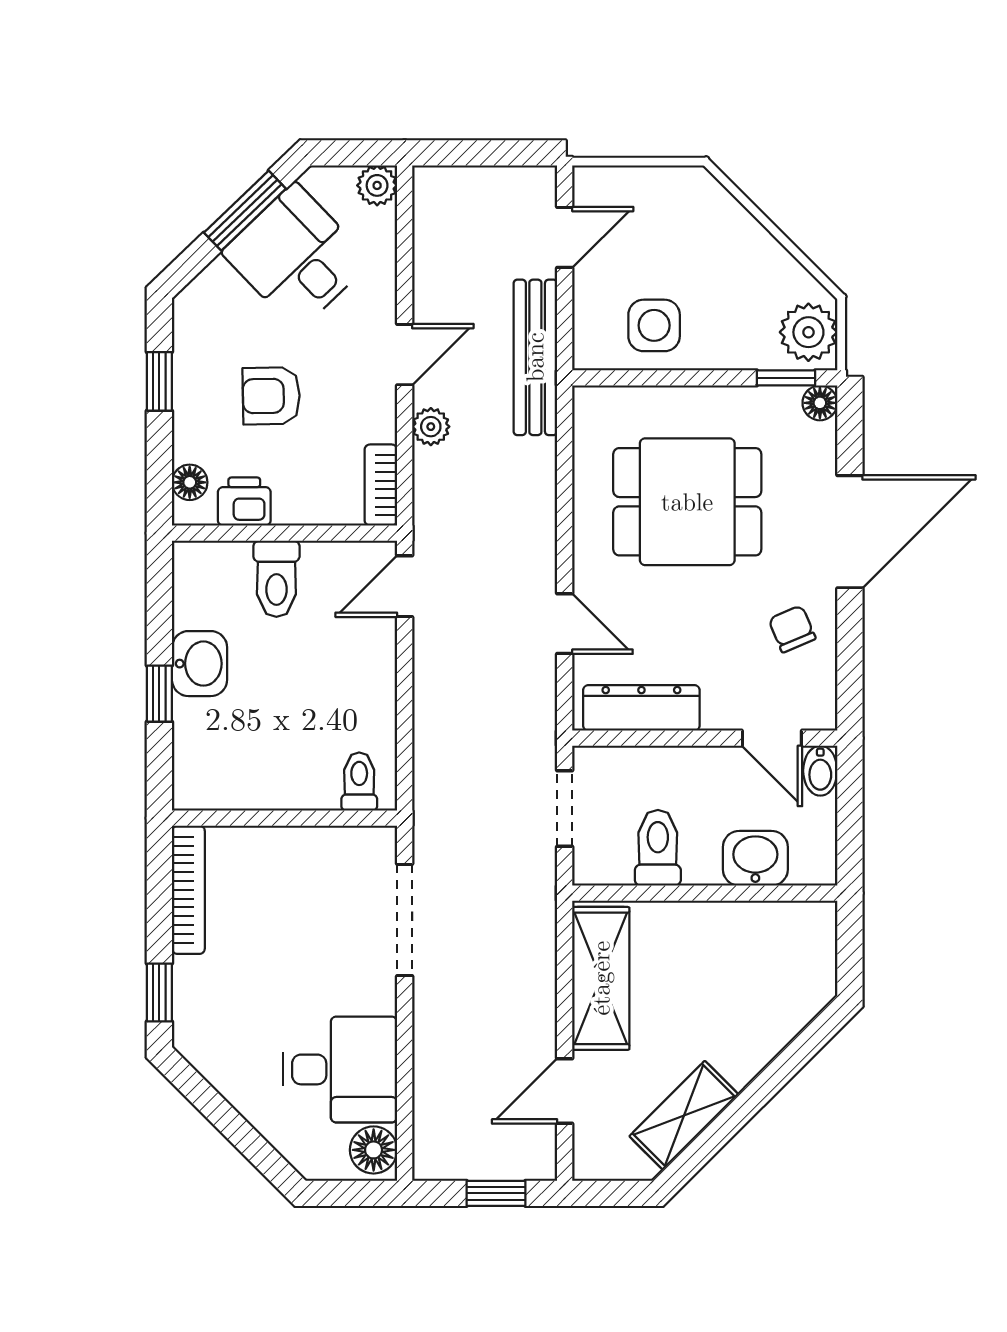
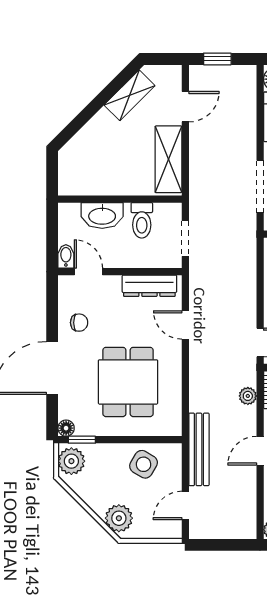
plant: (707, 210) -> (119, 518), added
side table: (654, 325) -> (144, 464), turned 30
plant: (431, 427) -> (248, 396), moved
dining table: (687, 502) -> (128, 382), turned 90
chair: (792, 629) -> (79, 323), turned -67
washbasin: (755, 858) -> (102, 215), width x1.38

